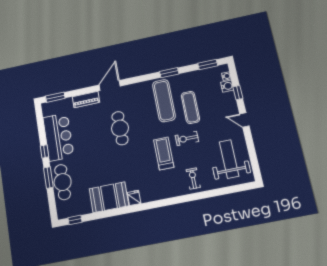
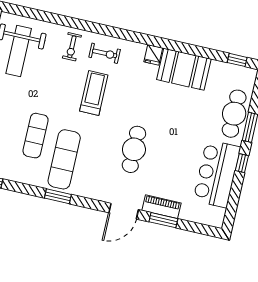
window: (169, 73) -> (58, 196), moved
window: (55, 97) -> (163, 220), moved
exercise bike: (187, 138) -> (105, 53), moved
treadmill: (164, 153) -> (94, 93), turned 180

